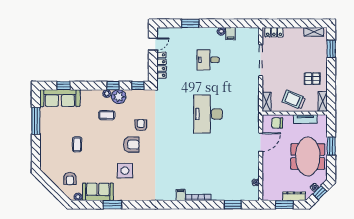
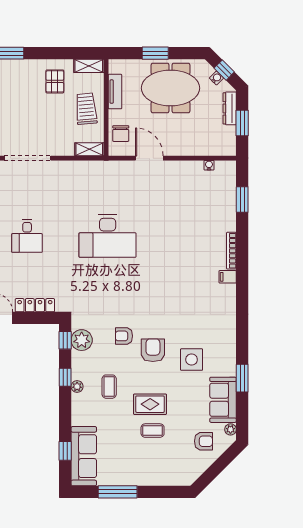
plant: (119, 97) -> (82, 340), moved
trolley: (294, 100) -> (86, 109), turned 152
rug: (95, 143) -> (150, 404), added

